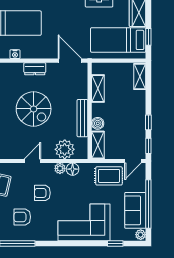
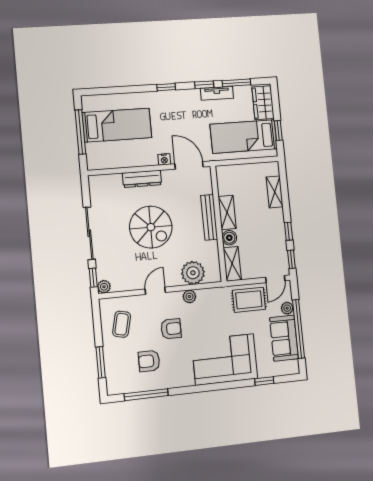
nightstand: (15, 54) -> (164, 159), moved
dresser: (35, 69) -> (142, 179), width x1.44
shelving: (140, 77) -> (275, 192), moved
shelving: (98, 88) -> (227, 212), moved
bench: (82, 118) -> (209, 217), moved
floor lamp: (73, 169) -> (205, 296), removed
armchair: (42, 193) -> (171, 329), turned 180
plant: (141, 235) -> (287, 308), moved

